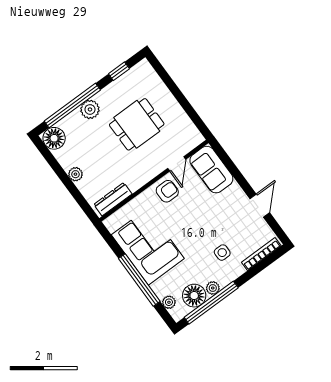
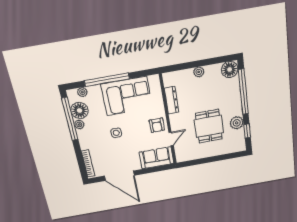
plant: (90, 109) -> (237, 123), moved
door: (177, 164) -> (171, 139), swing flipped
dresser: (113, 199) -> (171, 100), moved
door: (260, 206) -> (119, 176), width x1.87
side table: (222, 253) -> (116, 133), moved

